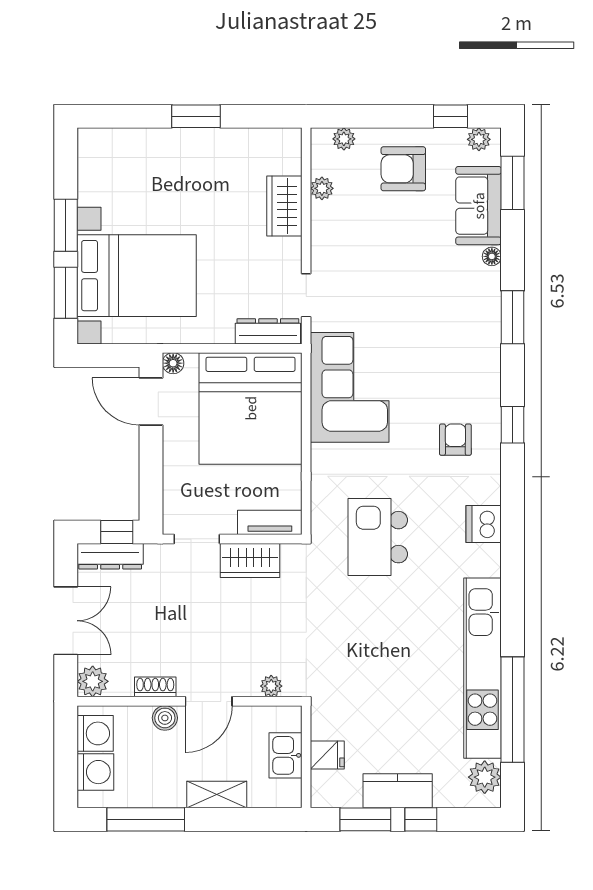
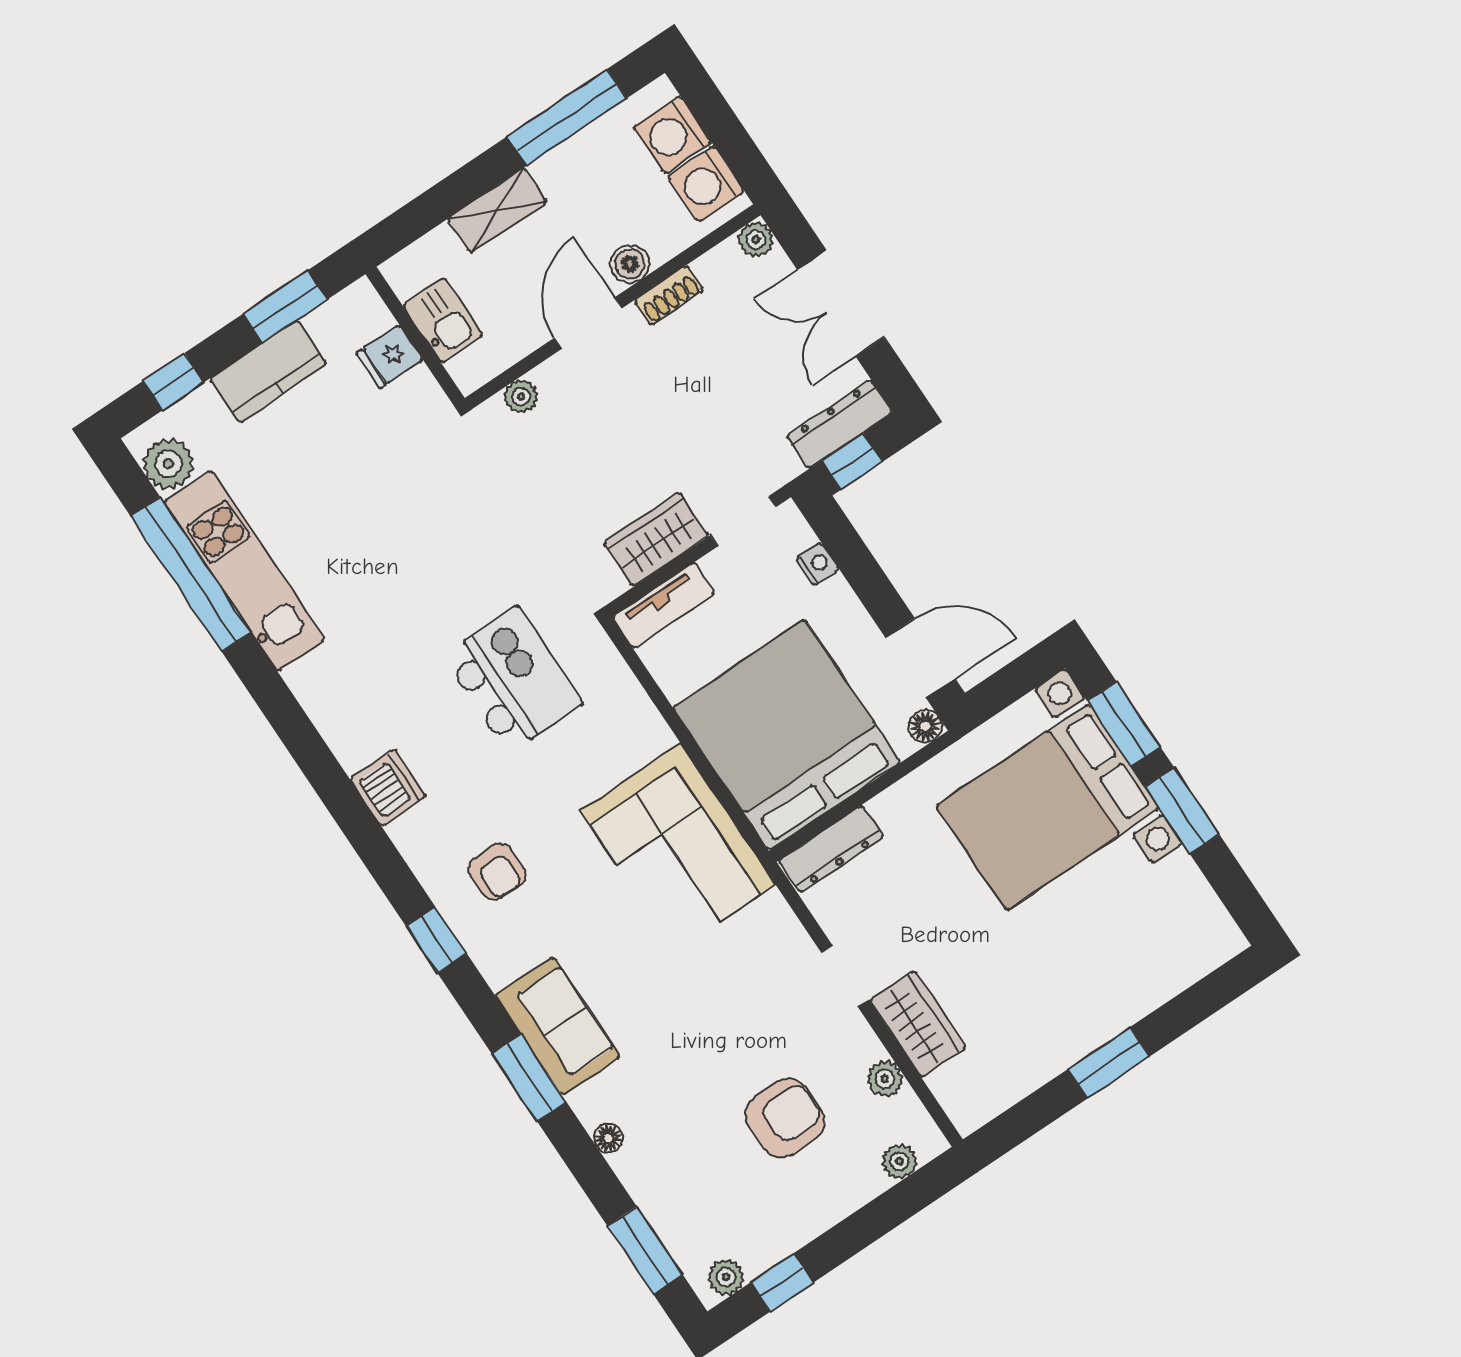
armchair: (403, 169) -> (785, 1118), moved
sofa: (479, 206) -> (558, 1026), moved
doorway: (306, 295) -> (845, 976), moved
nightstand: (172, 489) -> (817, 564), added
kitchen unit: (482, 668) -> (244, 571), width x0.73
plant: (93, 681) -> (756, 239), width x0.73, depth x0.73
window: (421, 819) -> (174, 382), moved

